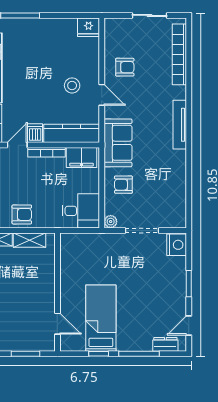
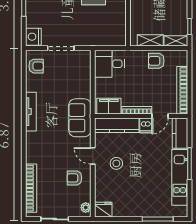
tv unit: (180, 125) -> (31, 112), moved
armchair: (123, 185) -> (36, 66), moved
plant: (111, 222) -> (86, 208), moved

